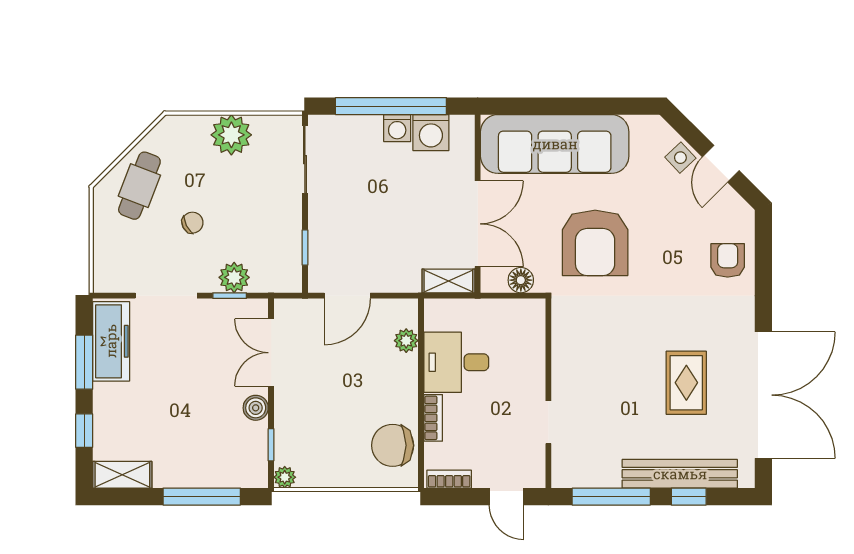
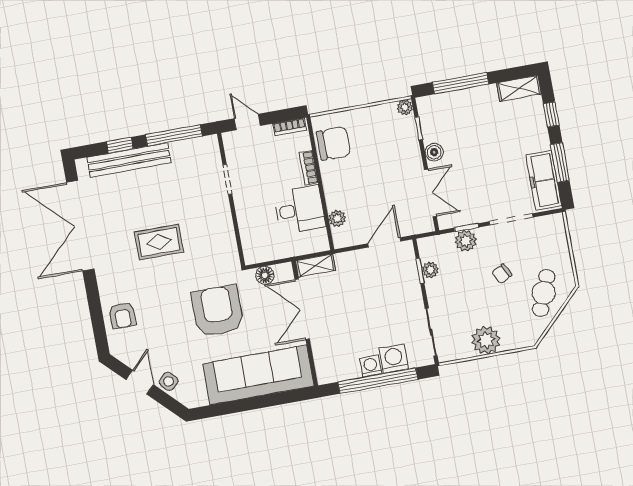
washing machine: (431, 133) -> (394, 359), moved
plant: (291, 246) -> (430, 270), added
rug: (686, 383) -> (159, 242), moved, turned 90

